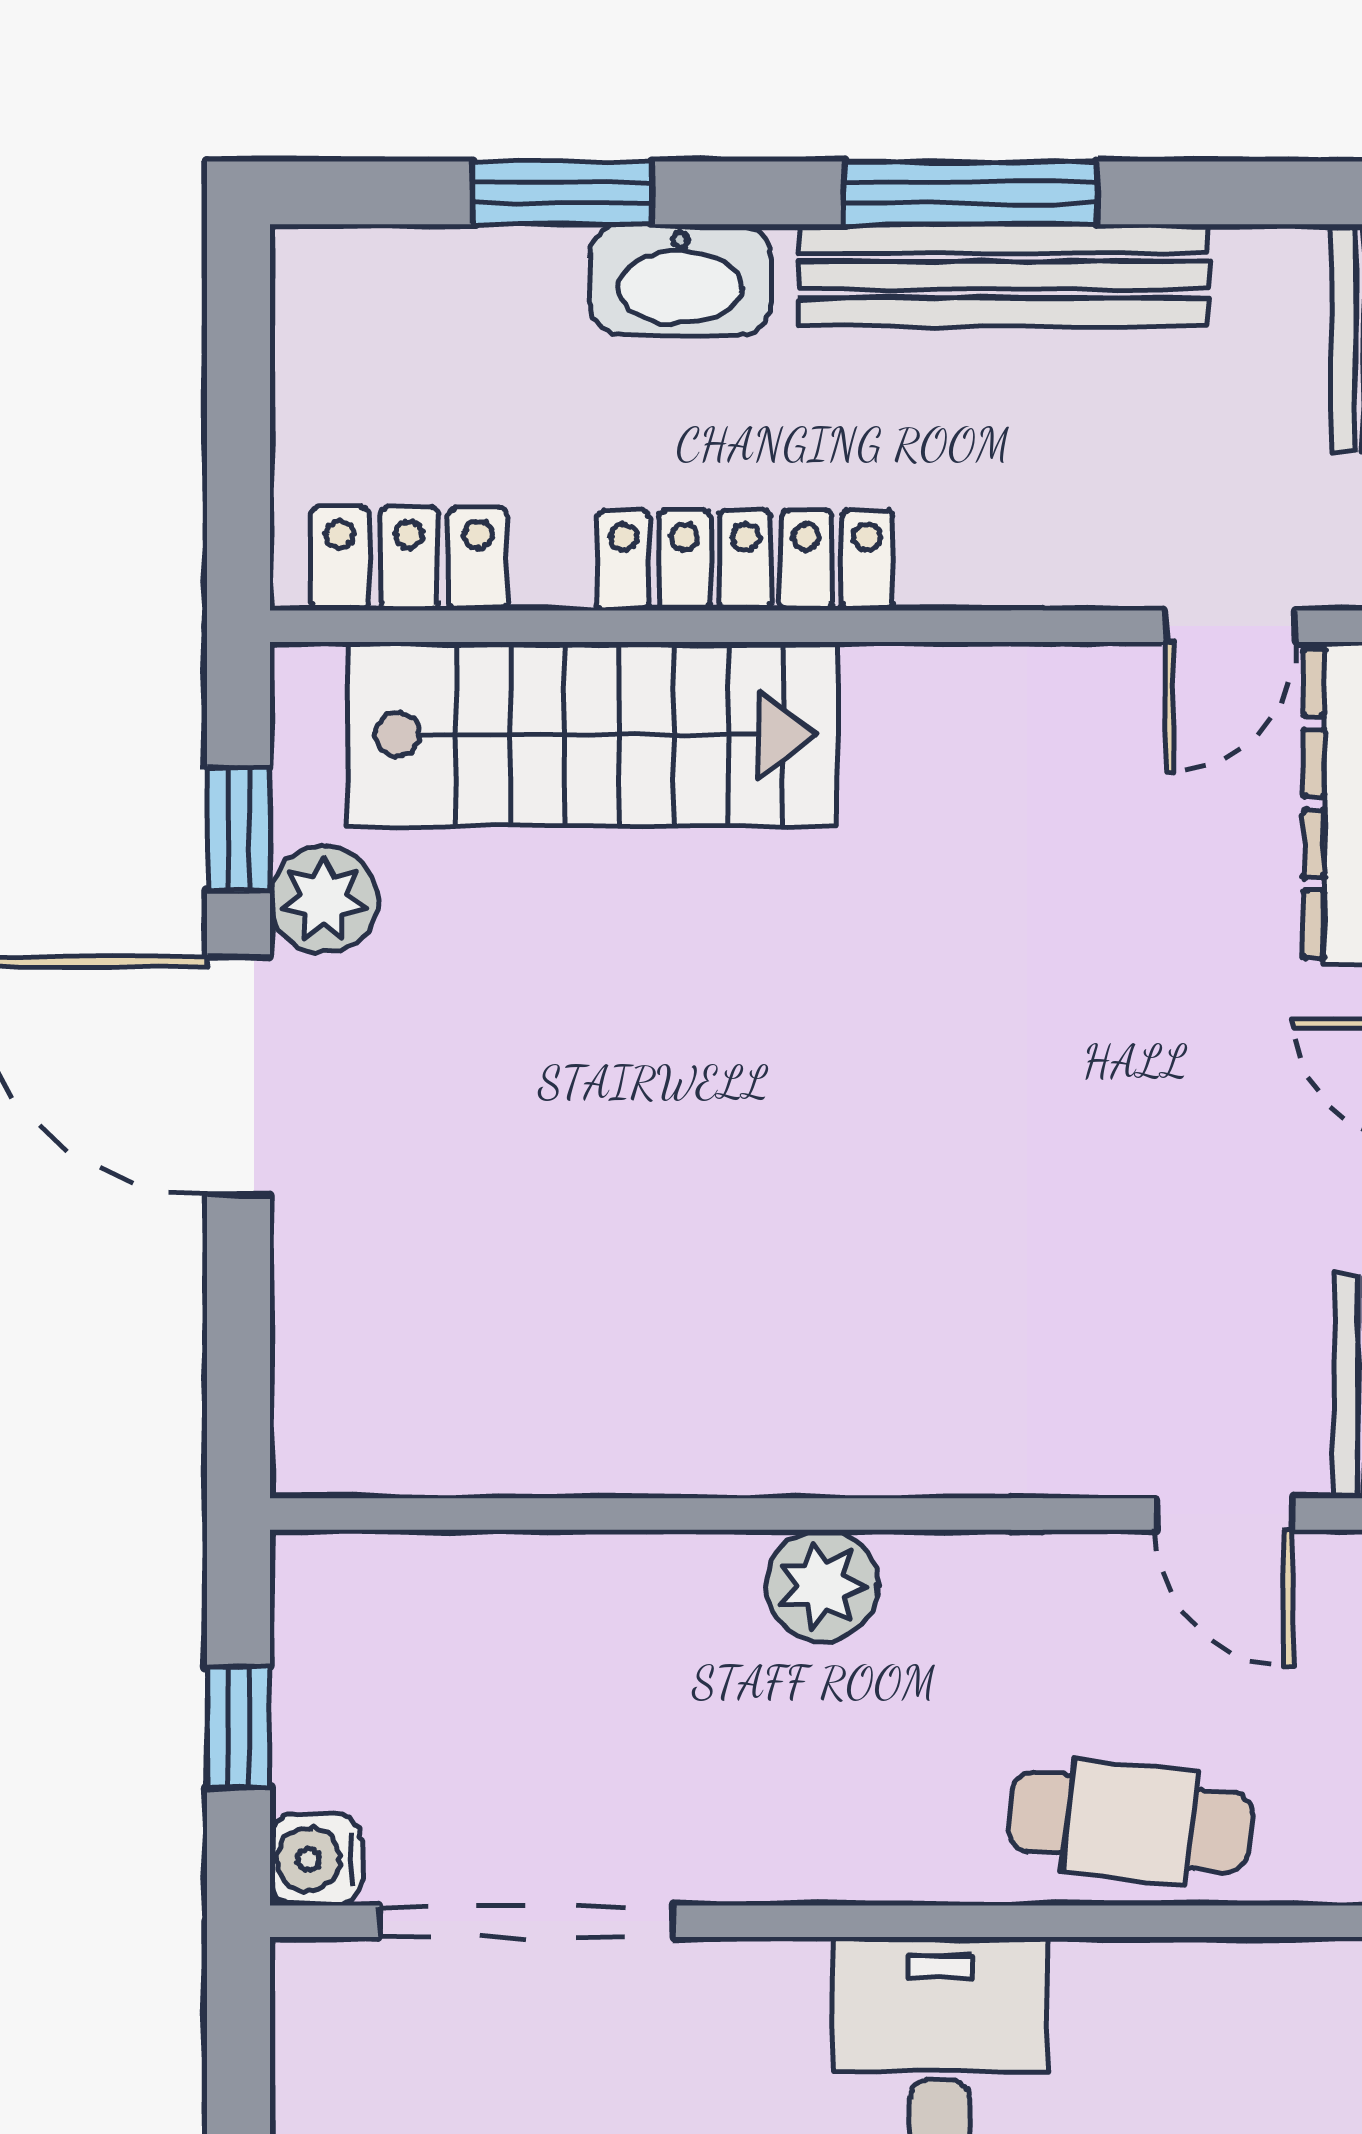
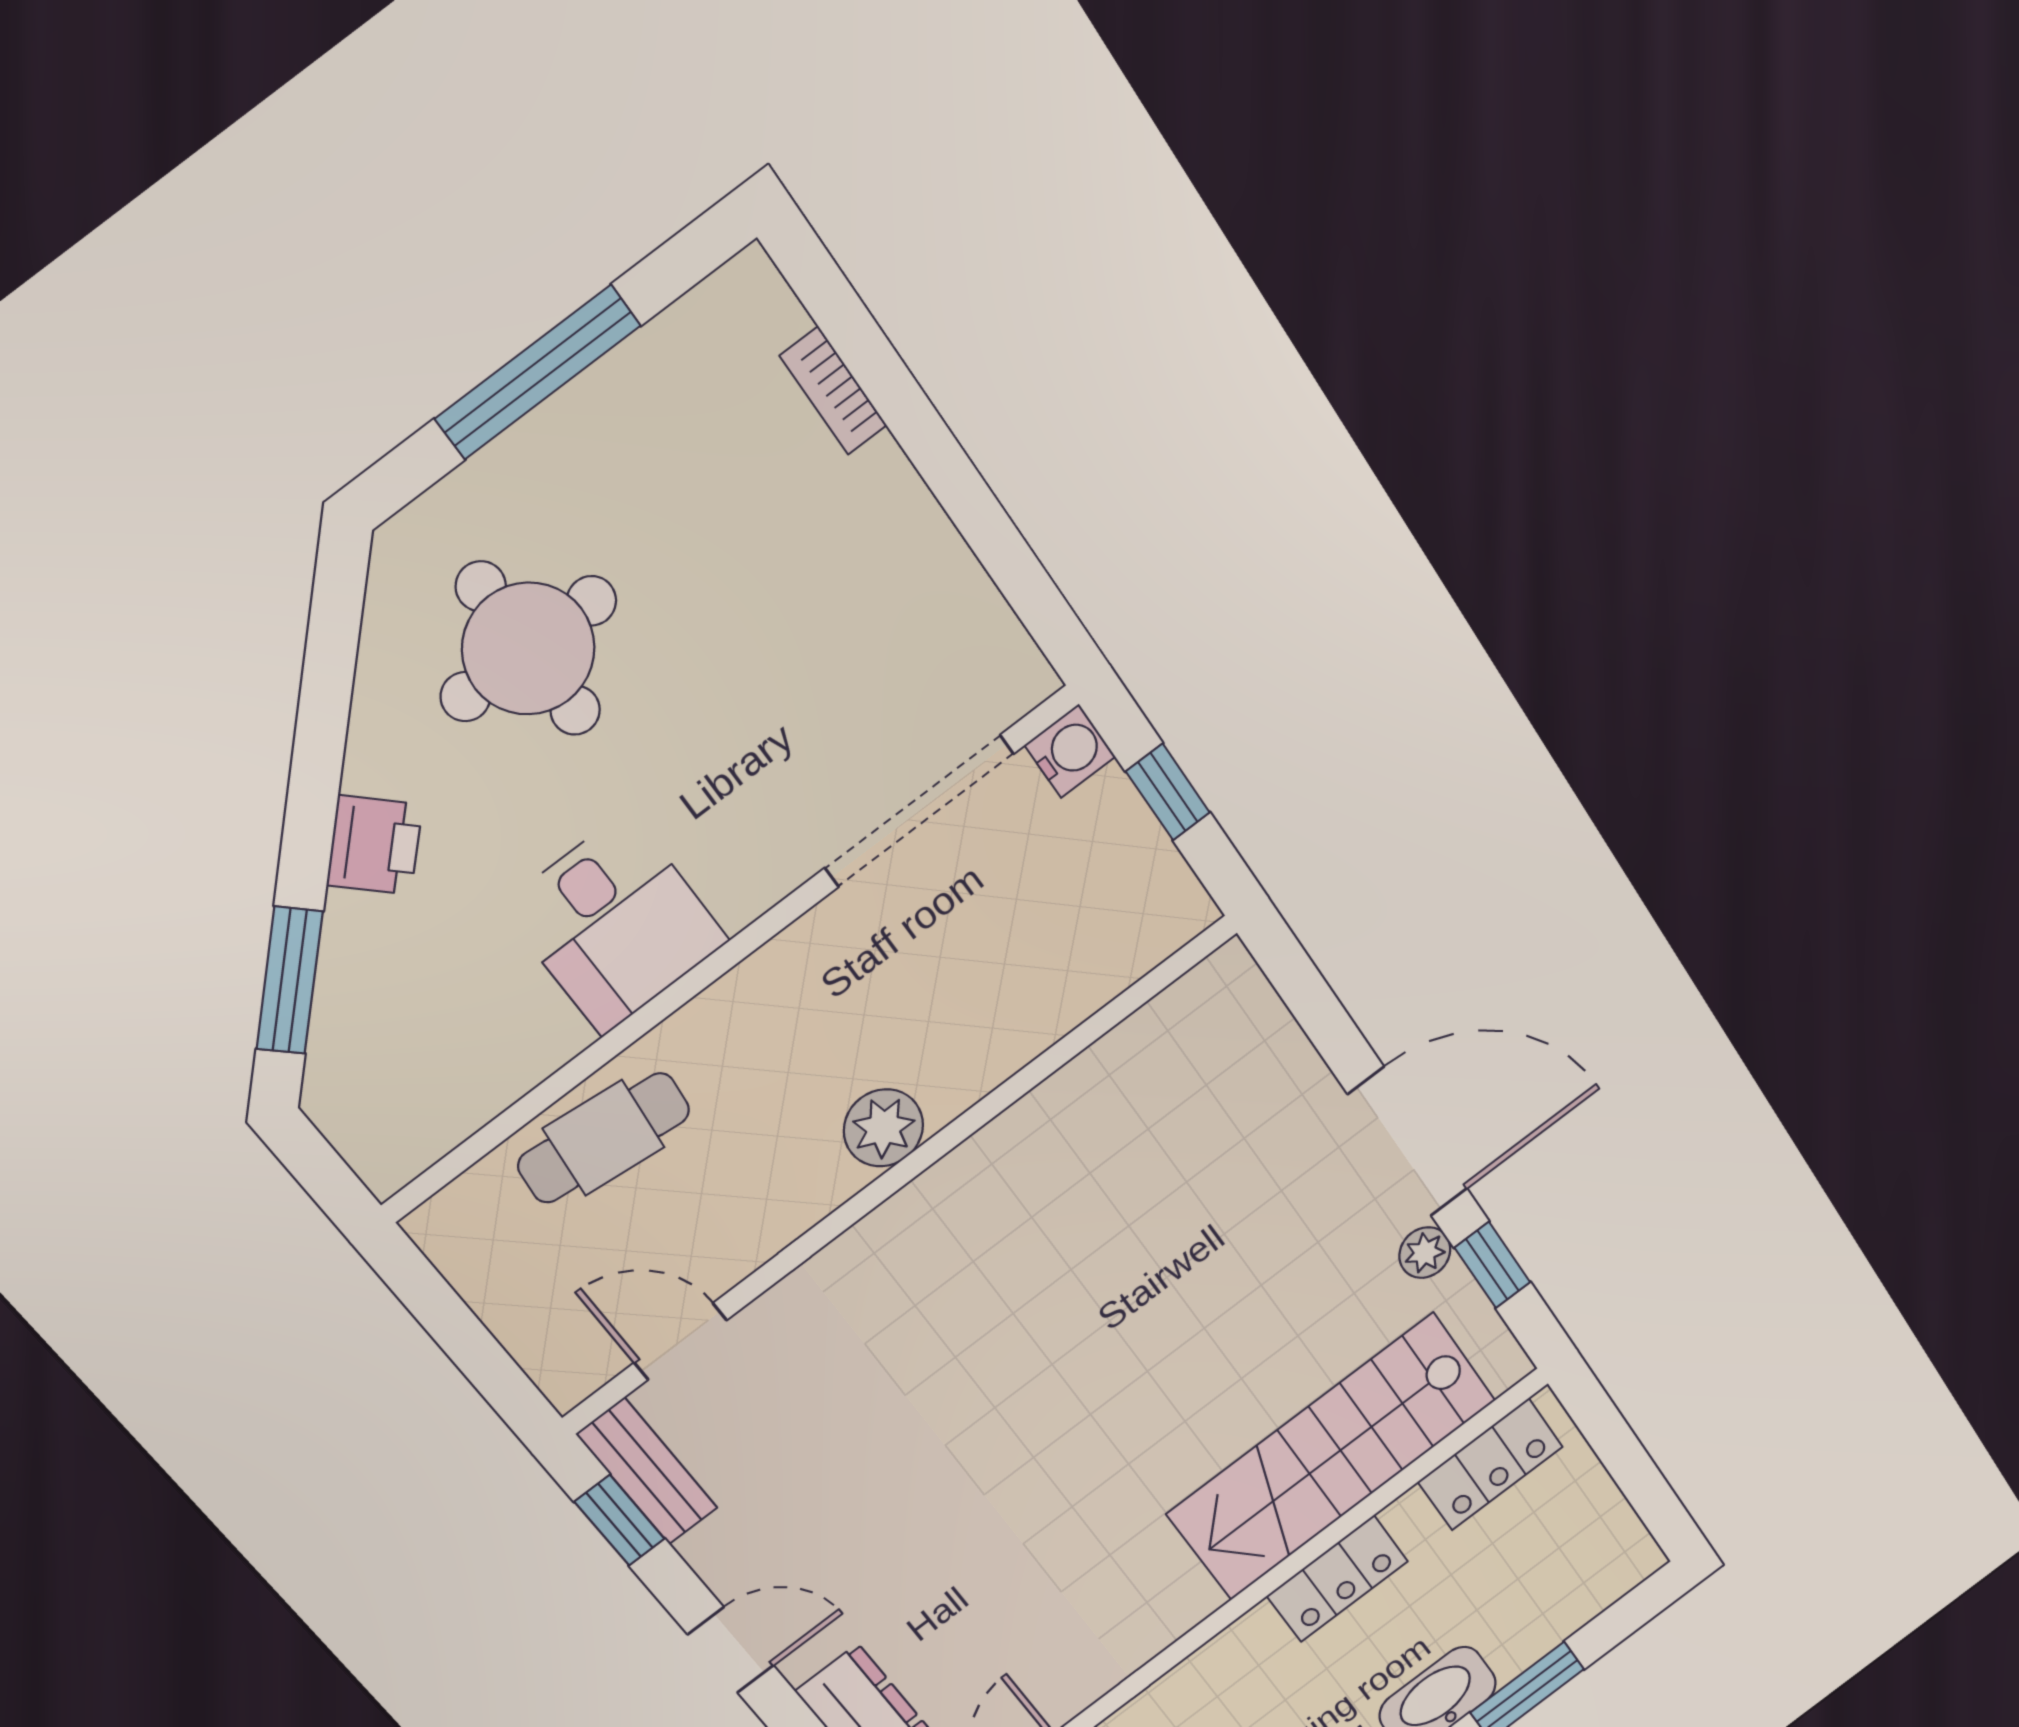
locker: (745, 560) -> (1337, 1579), width x0.66
plant: (324, 899) -> (1425, 1253), width x0.73, depth x0.73

